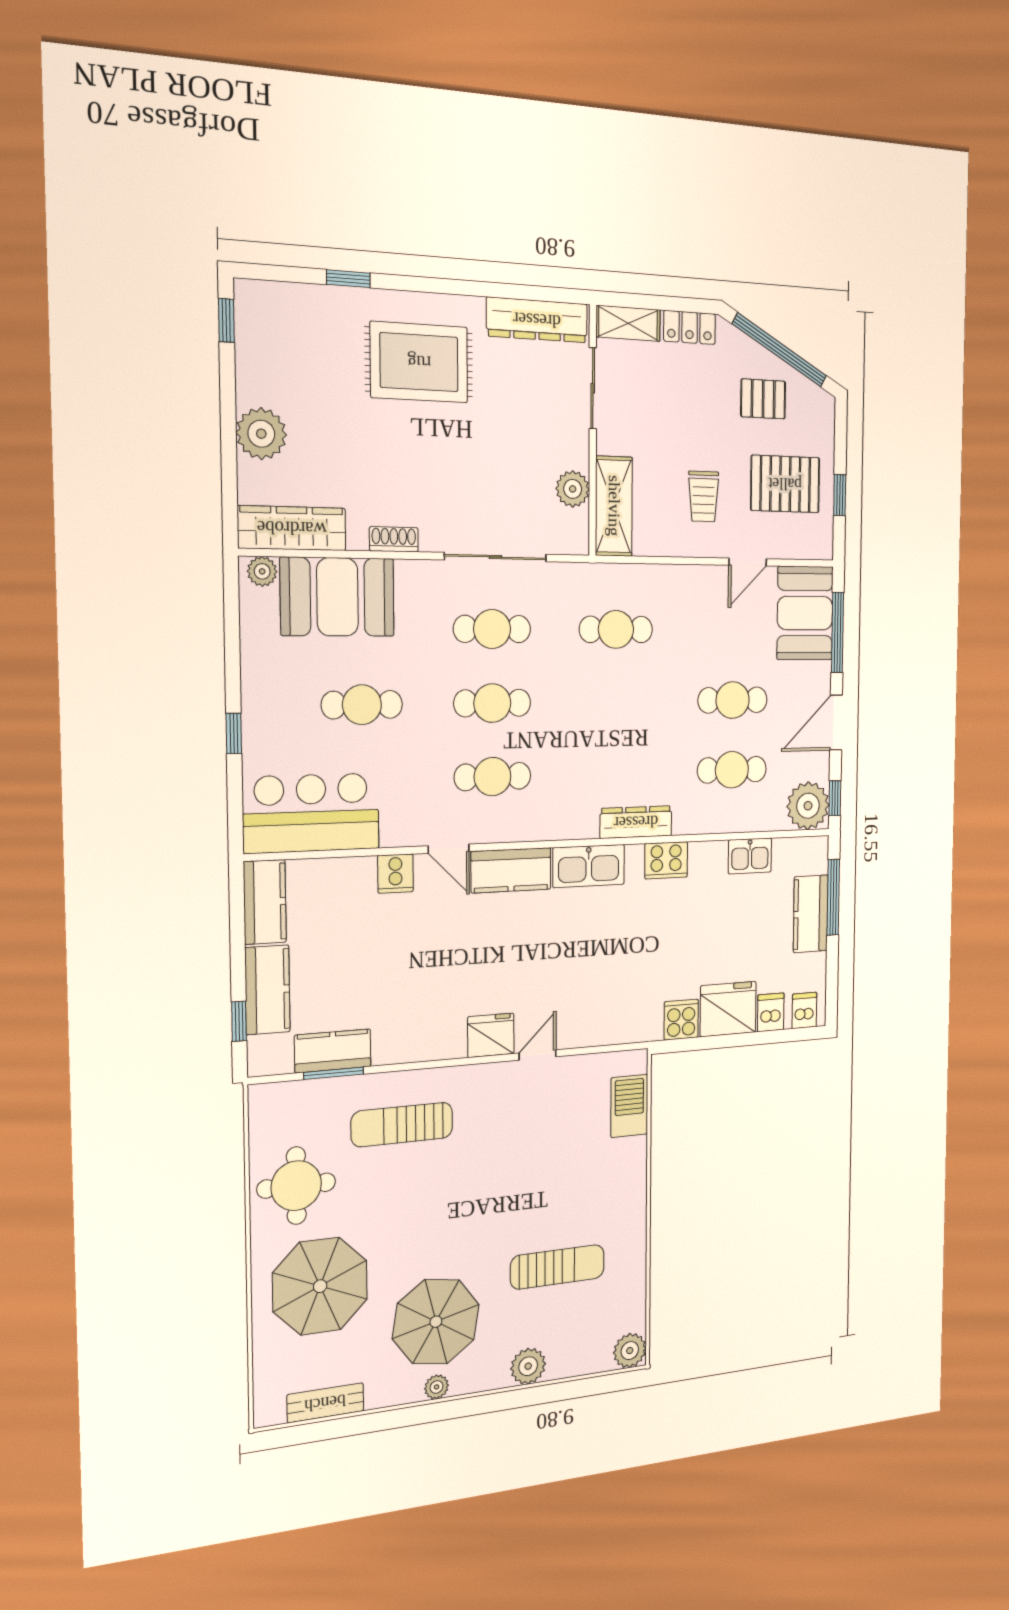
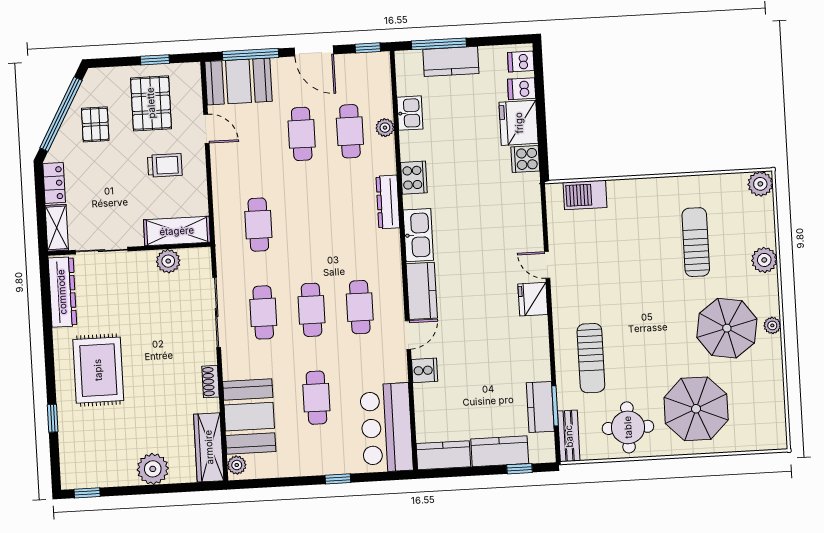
plant: (808, 806) -> (385, 128), moved, width x0.53, depth x0.53
bench: (325, 1403) -> (569, 436), moved

